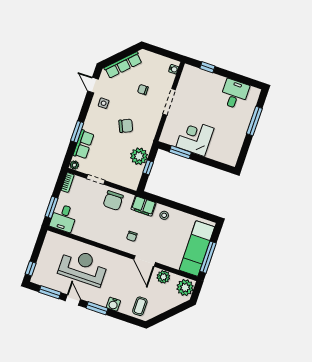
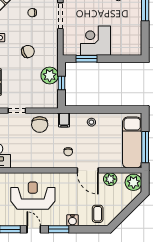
filing cabinet: (144, 206) -> (64, 120), width x0.50

